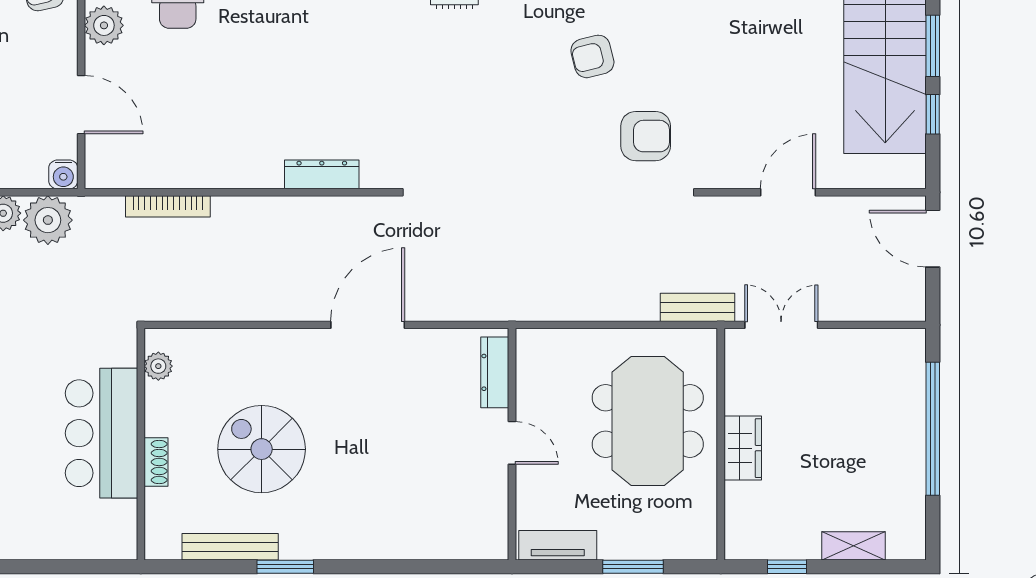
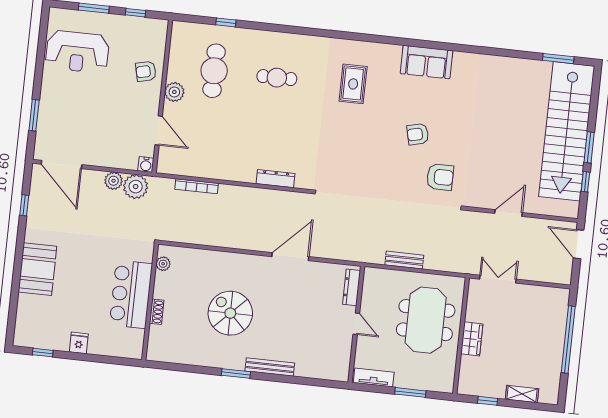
bench: (697, 307) -> (404, 260), moved
plant: (158, 366) -> (163, 264), moved
bar counter: (101, 433) -> (131, 294), moved
wall: (141, 444) -> (150, 302), moved
shoe rack: (156, 462) -> (157, 312), moved
bench: (230, 547) -> (270, 367), moved

